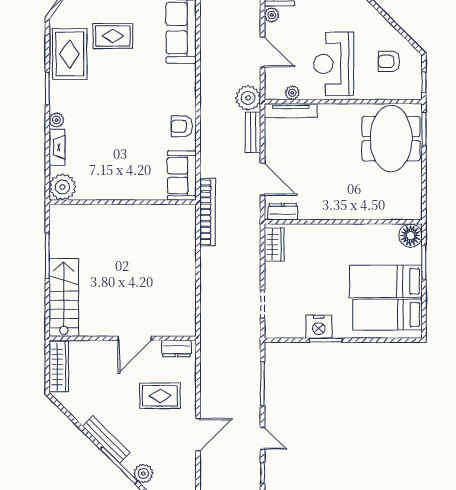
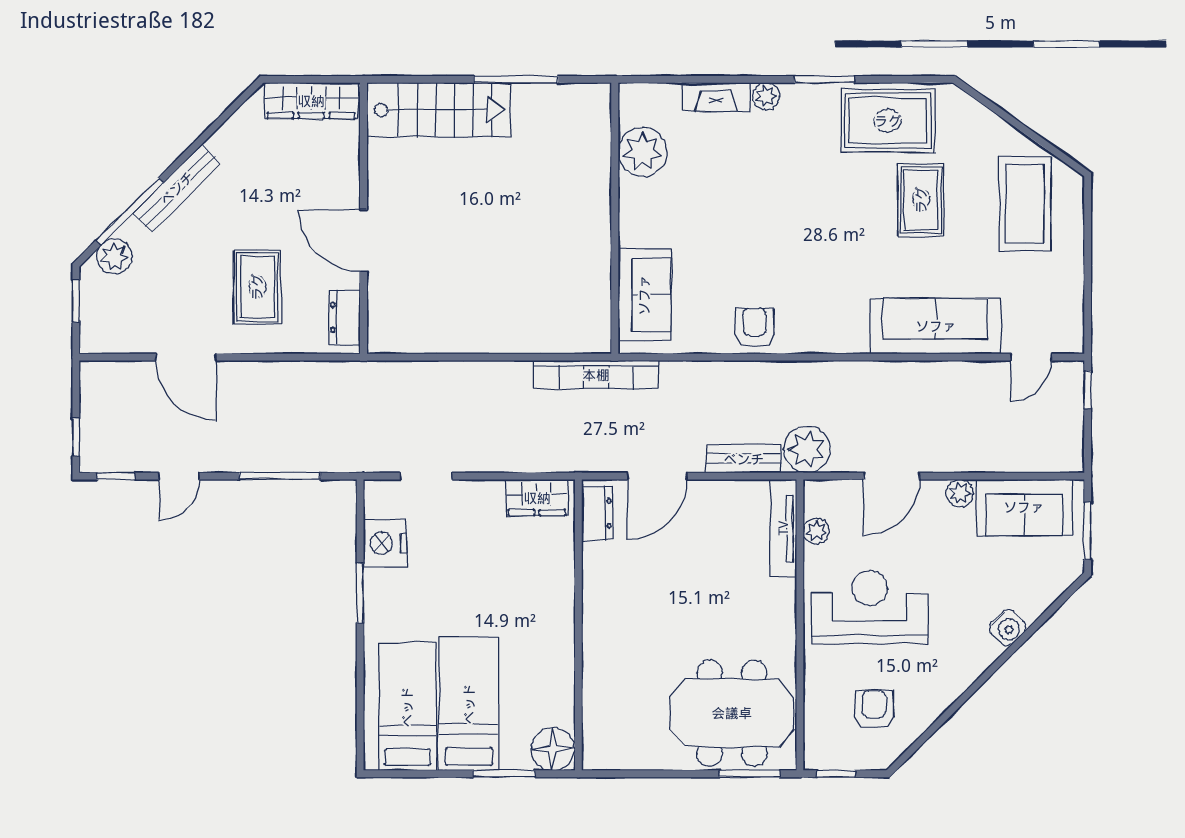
sofa: (182, 176) -> (644, 295), moved, turned 90
plant: (62, 187) -> (643, 152), moved
nightstand: (319, 327) -> (385, 543), moved

